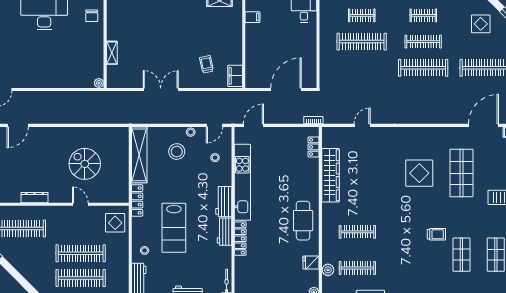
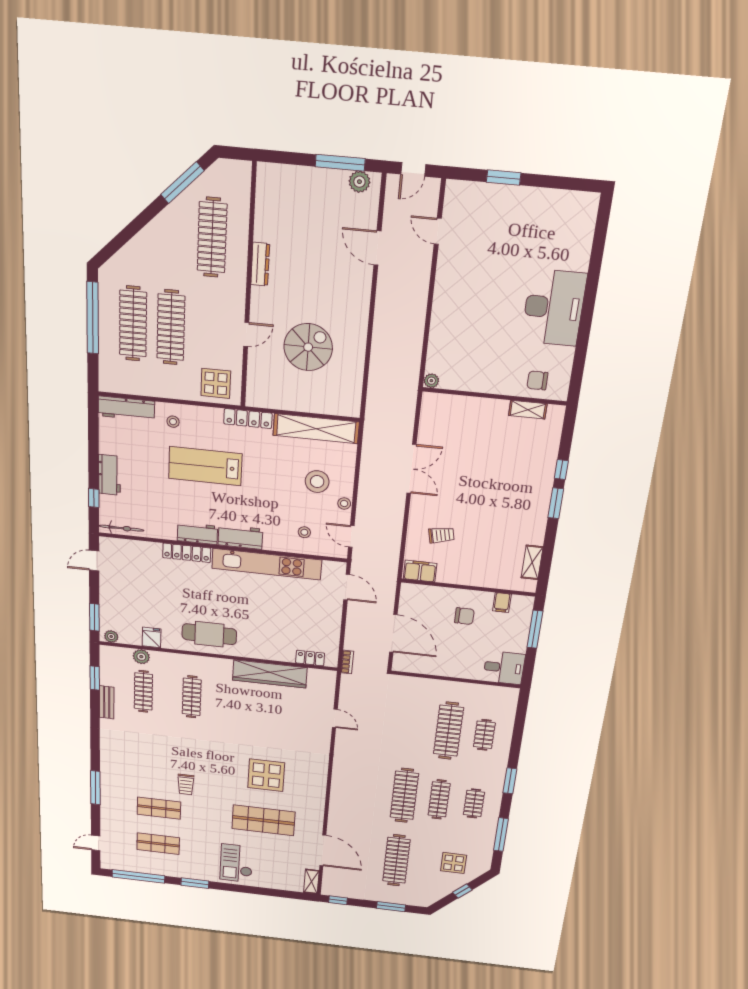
chair: (266, 41) -> (464, 616), added
shelving: (112, 53) -> (528, 410), moved

